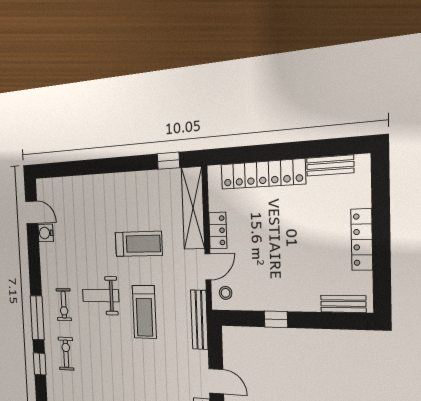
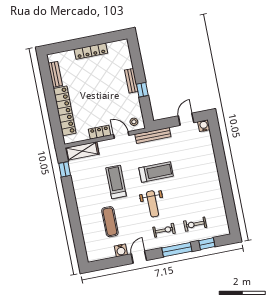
shelving: (193, 208) -> (82, 151), width x0.68
door: (32, 212) -> (139, 257), moved
exercise mat: (85, 223) -> (110, 222), added
bench: (343, 304) -> (131, 81), moved

